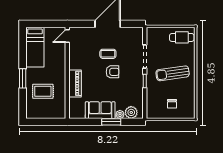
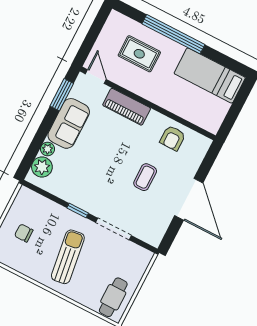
door: (67, 36) -> (96, 77), moved
armchair: (113, 72) -> (173, 138), moved
window: (23, 78) -> (173, 34), width x2.11
rug: (43, 91) -> (139, 54), turned 90
window: (111, 122) -> (62, 95), moved

